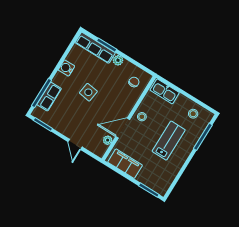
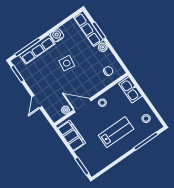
row of seats: (49, 97) -> (37, 49), width x1.48

